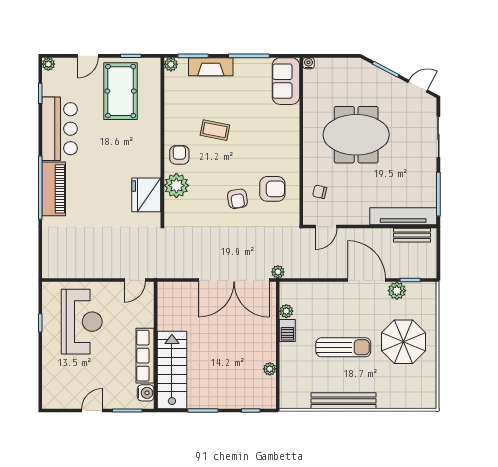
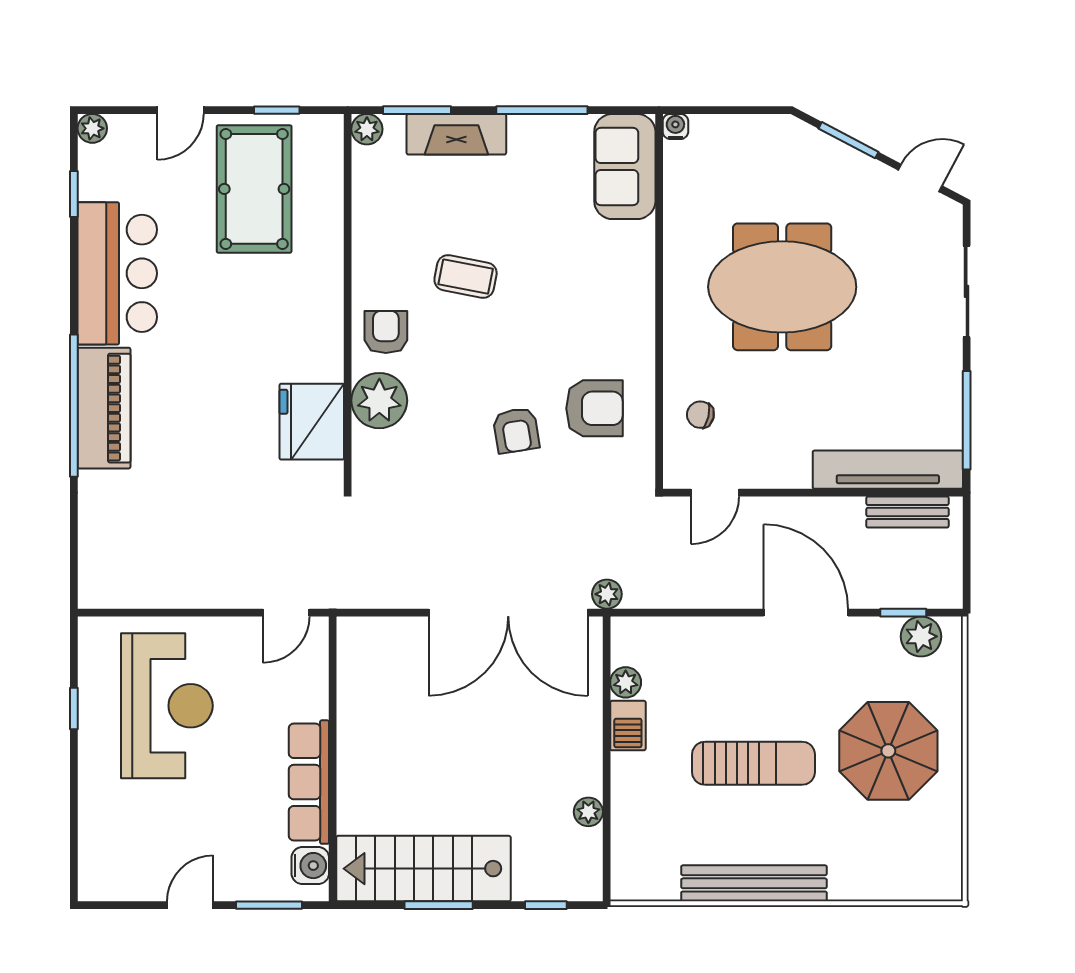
plant: (397, 291) -> (921, 636), moved
stairs: (172, 370) -> (424, 869), moved, turned -90

